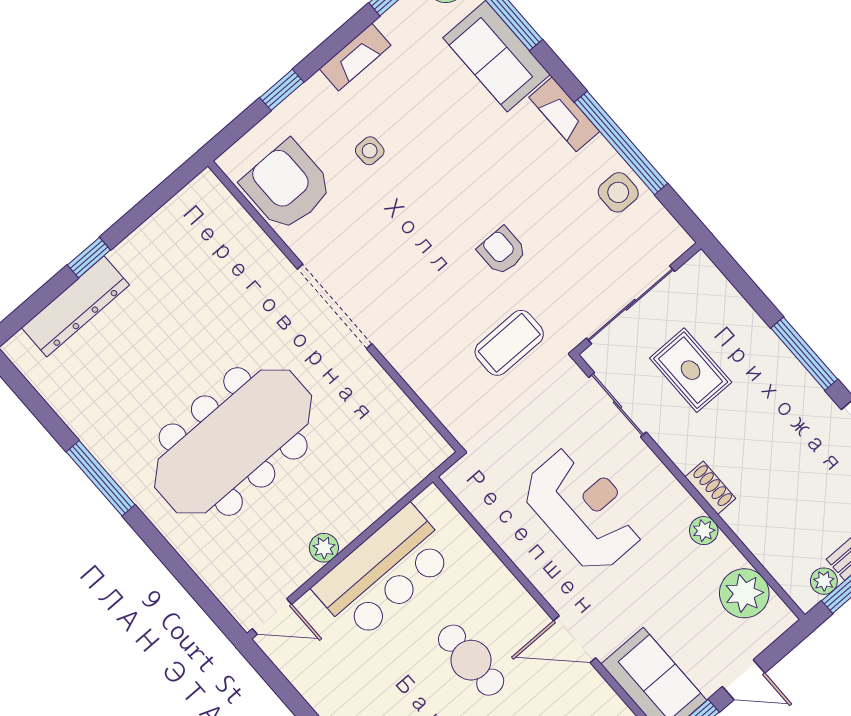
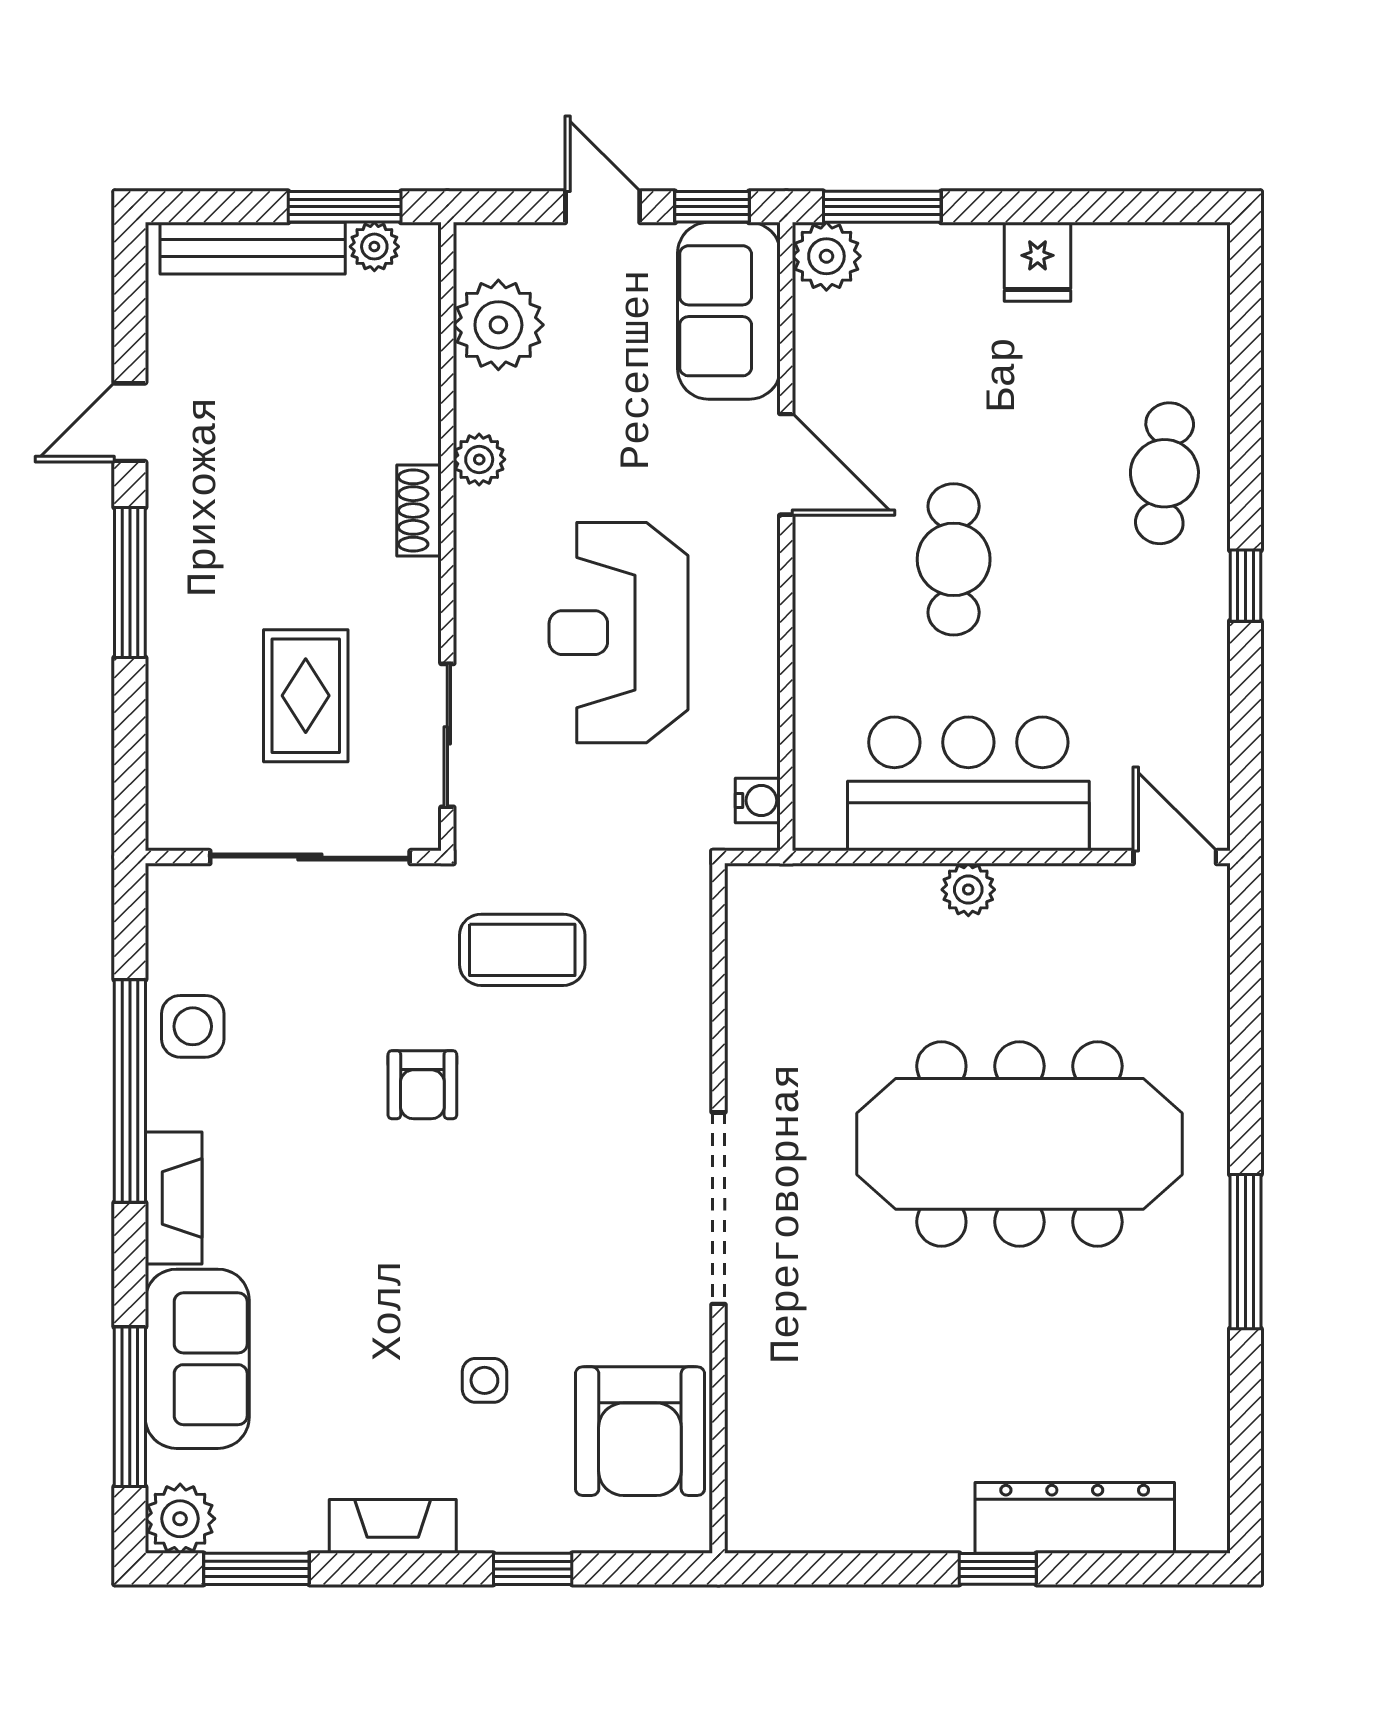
water cooler: (465, 490) -> (758, 801), added
plant: (324, 548) -> (968, 890), moved

